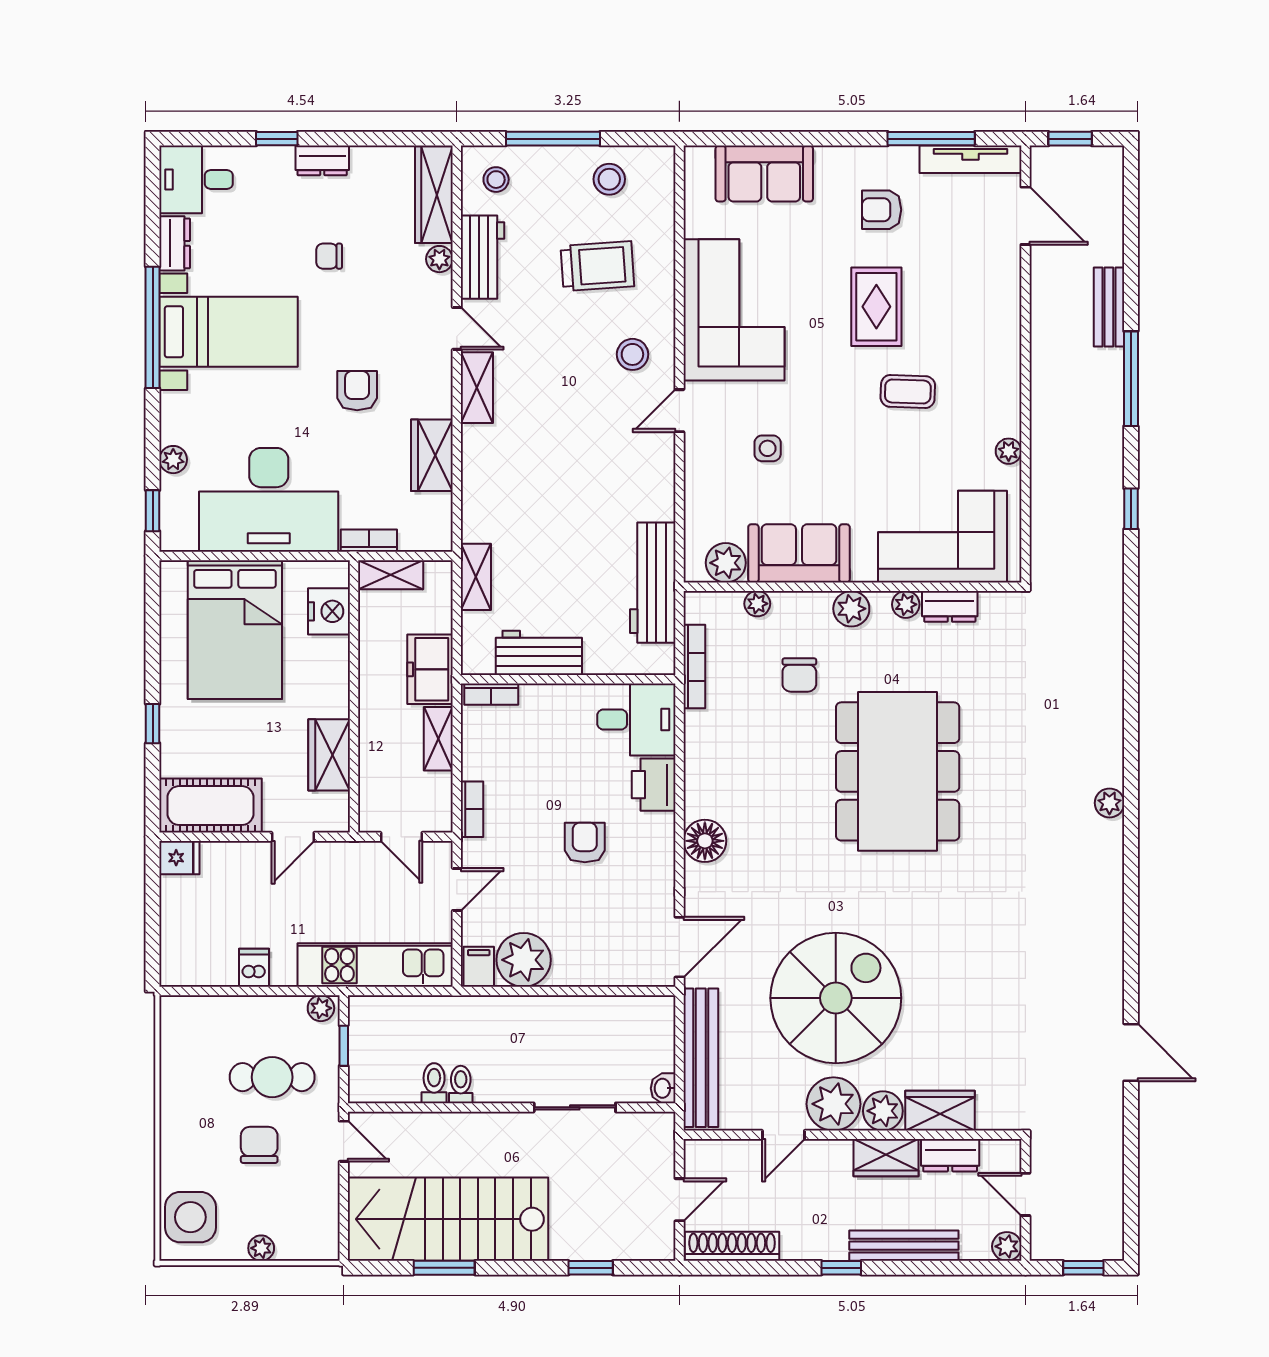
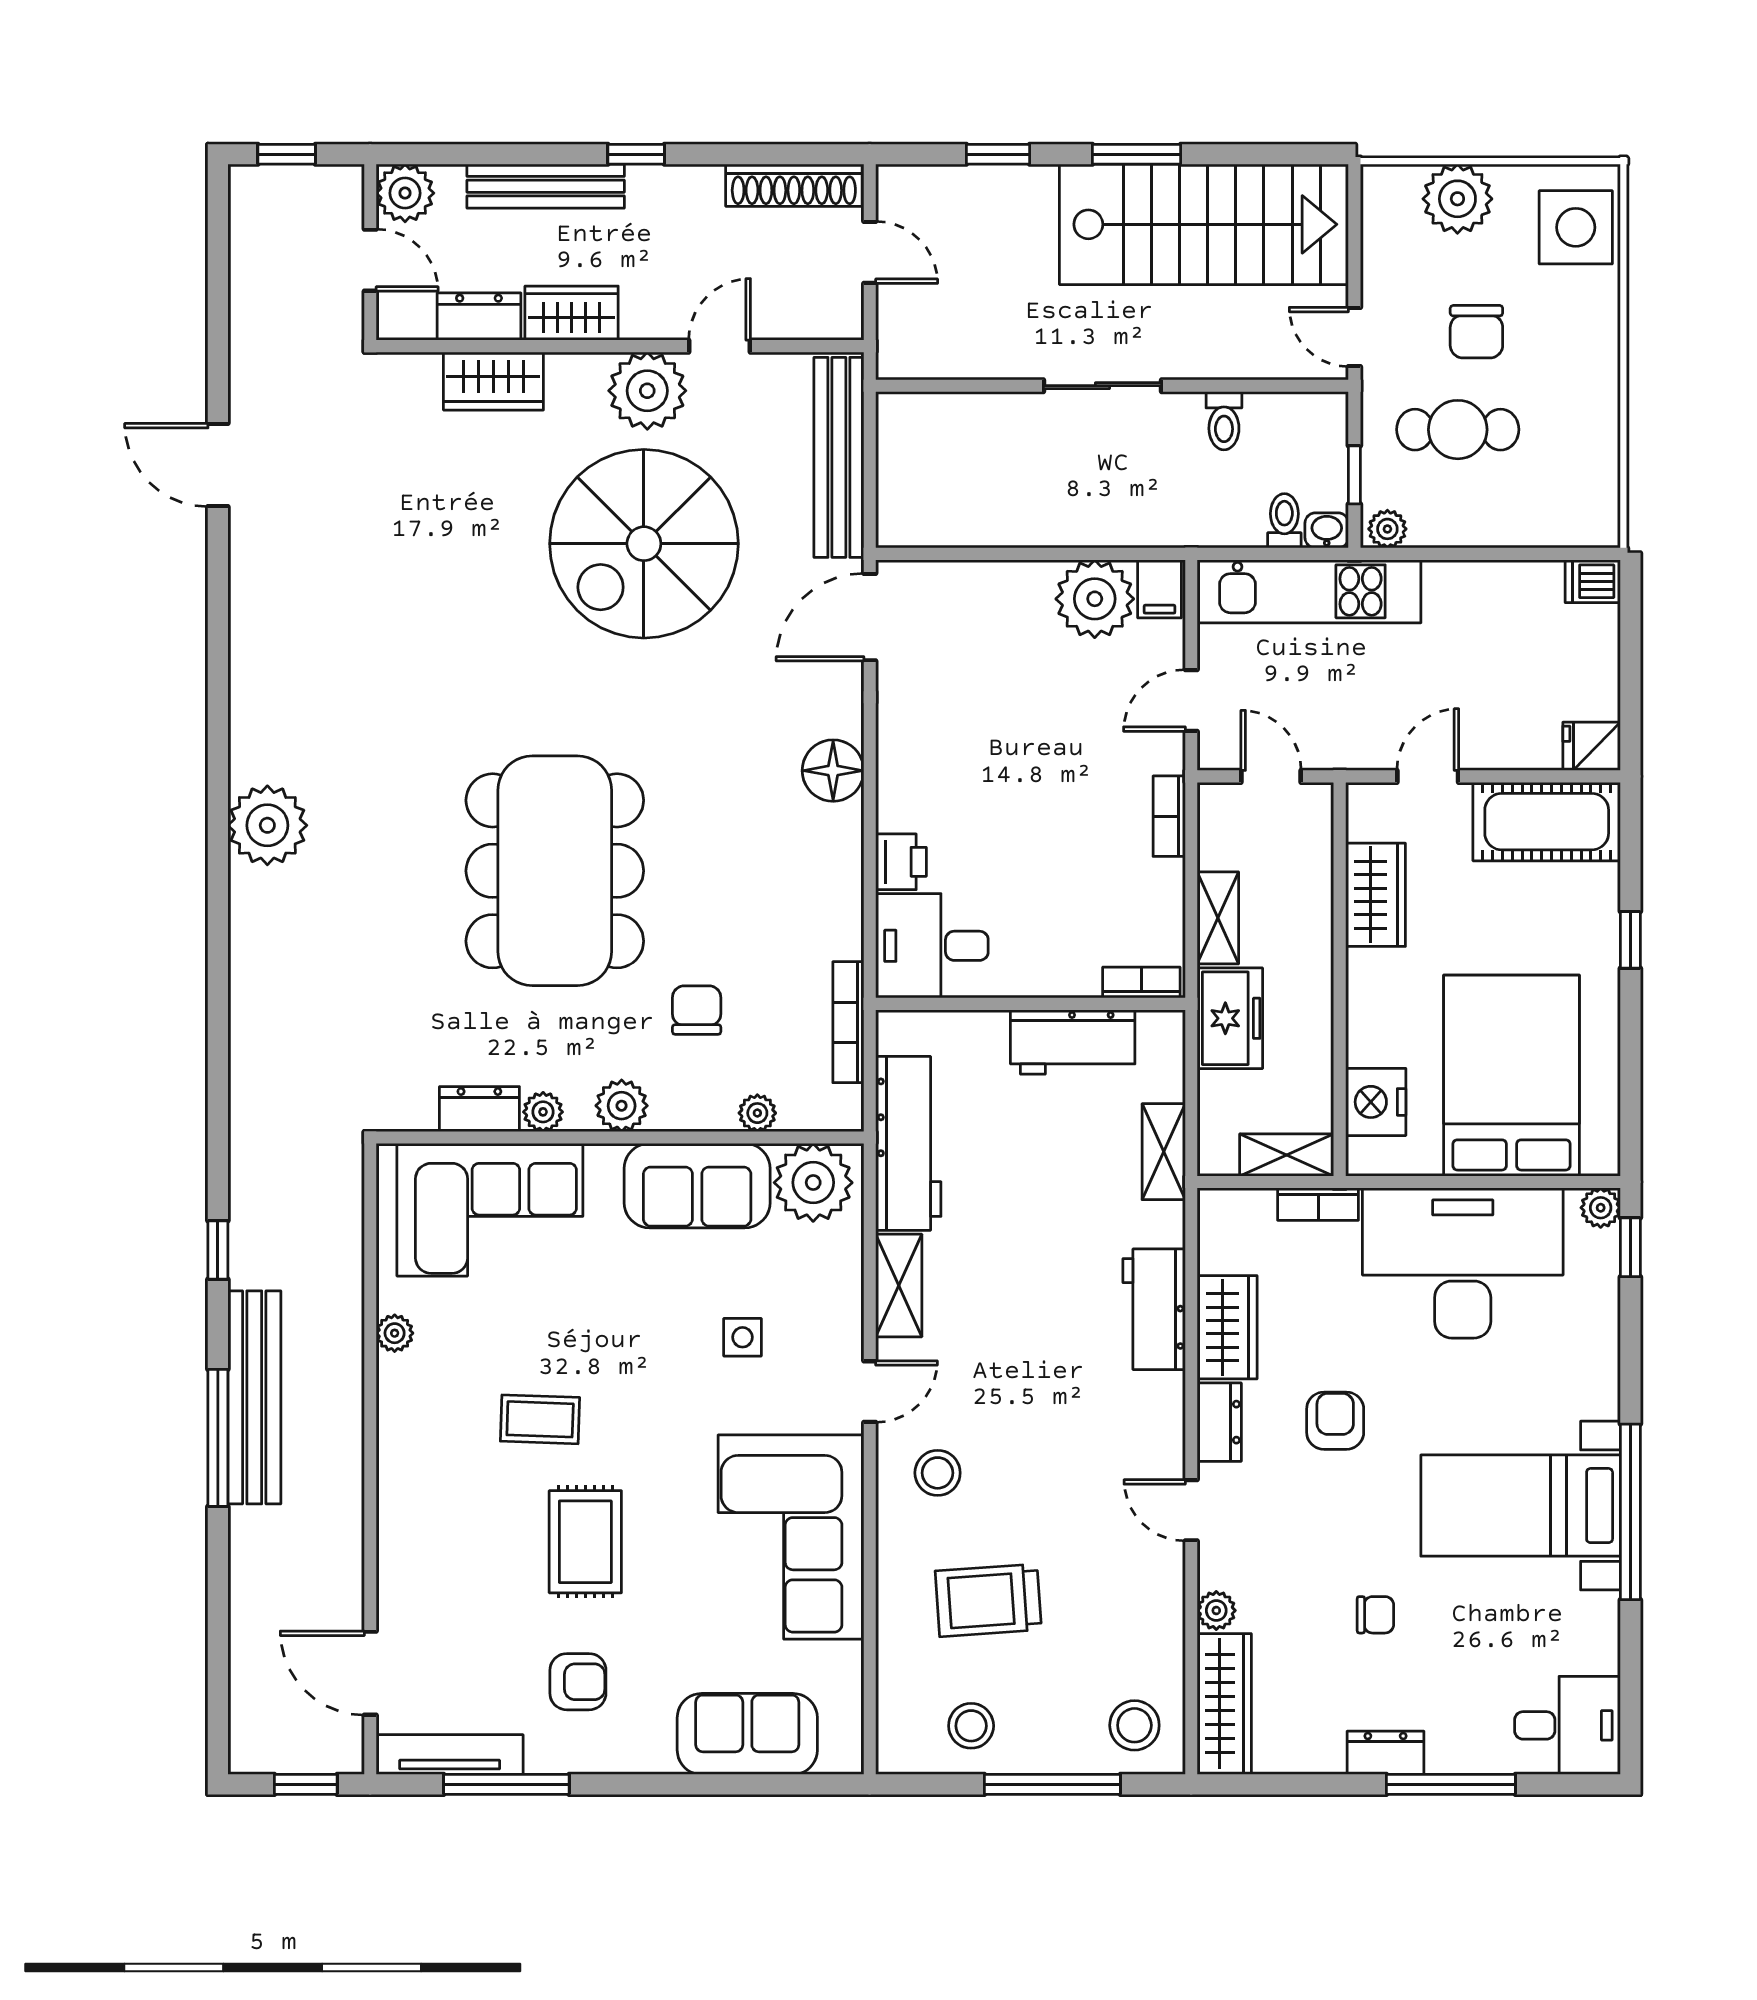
window: (277, 139) -> (1451, 1784), width x2.17
stool: (496, 180) -> (1134, 1725), width x1.37, depth x1.37
dresser: (175, 243) -> (1219, 1422), moved, turned 180
workbench: (482, 257) -> (1154, 1309), moved
bench: (1109, 307) -> (254, 1397), moved, width x1.86, depth x1.21
shelving: (477, 388) -> (899, 1286), moved
armchair: (357, 391) -> (1335, 1421), turned 180
plant: (173, 460) -> (1601, 1208), moved
plant: (726, 563) -> (813, 1183), width x1.36, depth x1.36
printer: (654, 785) -> (901, 862), width x0.73, depth x0.81
plant: (1109, 803) -> (267, 825), width x1.88, depth x1.88
armchair: (585, 843) -> (1006, 768), removed
dishwasher: (254, 968) -> (1593, 581), moved, turned 90
toilet: (461, 1085) -> (1284, 521), moved, turned 180
washbasin: (663, 1088) -> (1327, 530), moved, turned -90
sliding door: (575, 1107) -> (1102, 386), moved
plant: (883, 1111) -> (576, 381), removed
door: (679, 1200) -> (870, 252), swing flipped
plant: (1007, 1246) -> (405, 193), width x1.38, depth x1.38
plant: (261, 1248) -> (1457, 199), width x1.87, depth x1.87
window: (444, 1268) -> (1136, 154), moved

